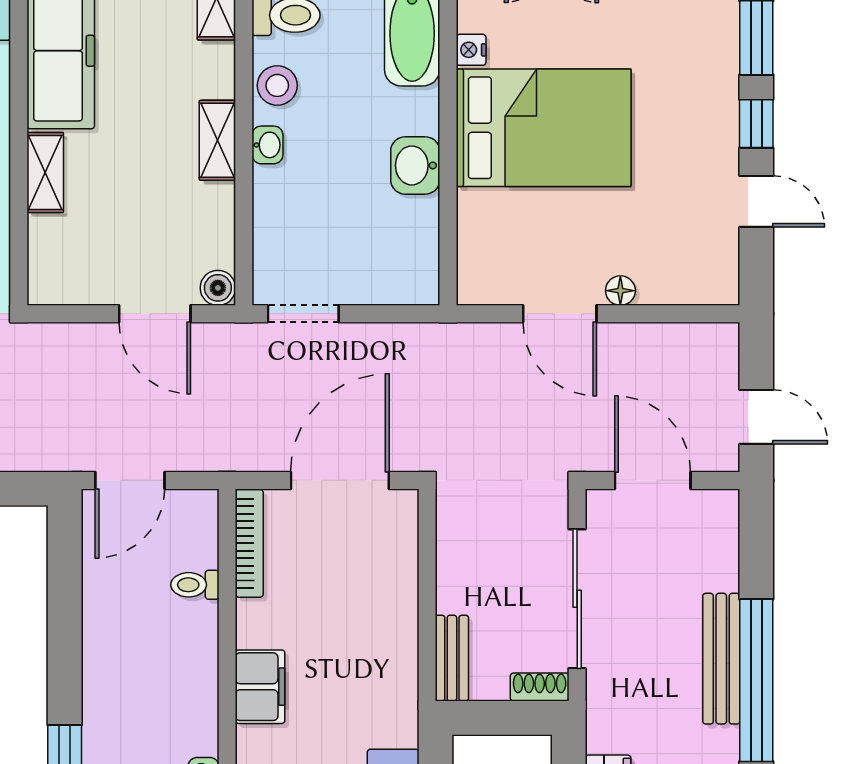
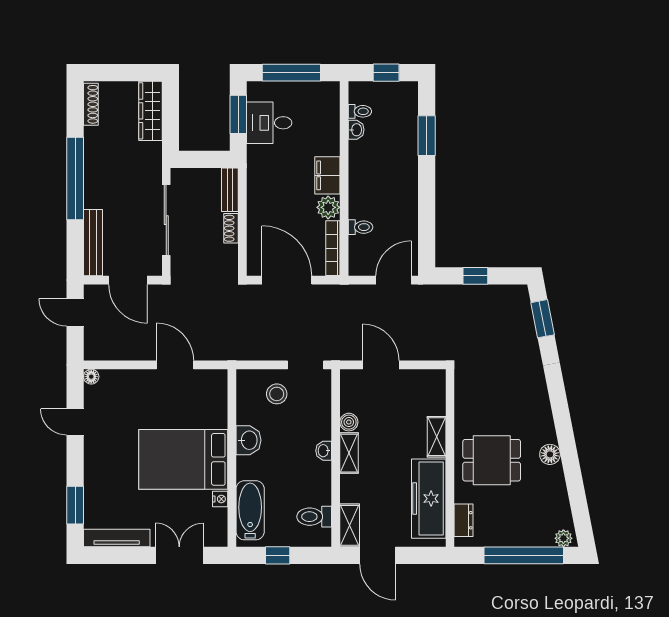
stool: (277, 85) -> (277, 394), moved
window: (756, 124) -> (75, 462), removed
boiler: (218, 288) -> (349, 422), moved
floor lamp: (620, 291) -> (91, 377), moved
door: (340, 480) -> (287, 280), swing flipped
plant: (258, 624) -> (328, 207), added
bench: (721, 659) -> (93, 243), moved
shoe rack: (540, 687) -> (231, 228), moved, turned 90

